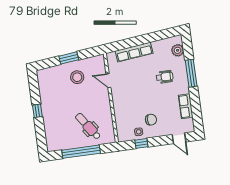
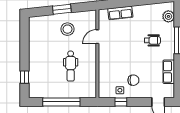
row of seats: (134, 52) -> (120, 13), width x0.68
door: (108, 81) -> (97, 37), hinge flipped
window: (37, 111) -> (24, 77), moved
dental chair: (88, 126) -> (71, 66), moved, turned -145

